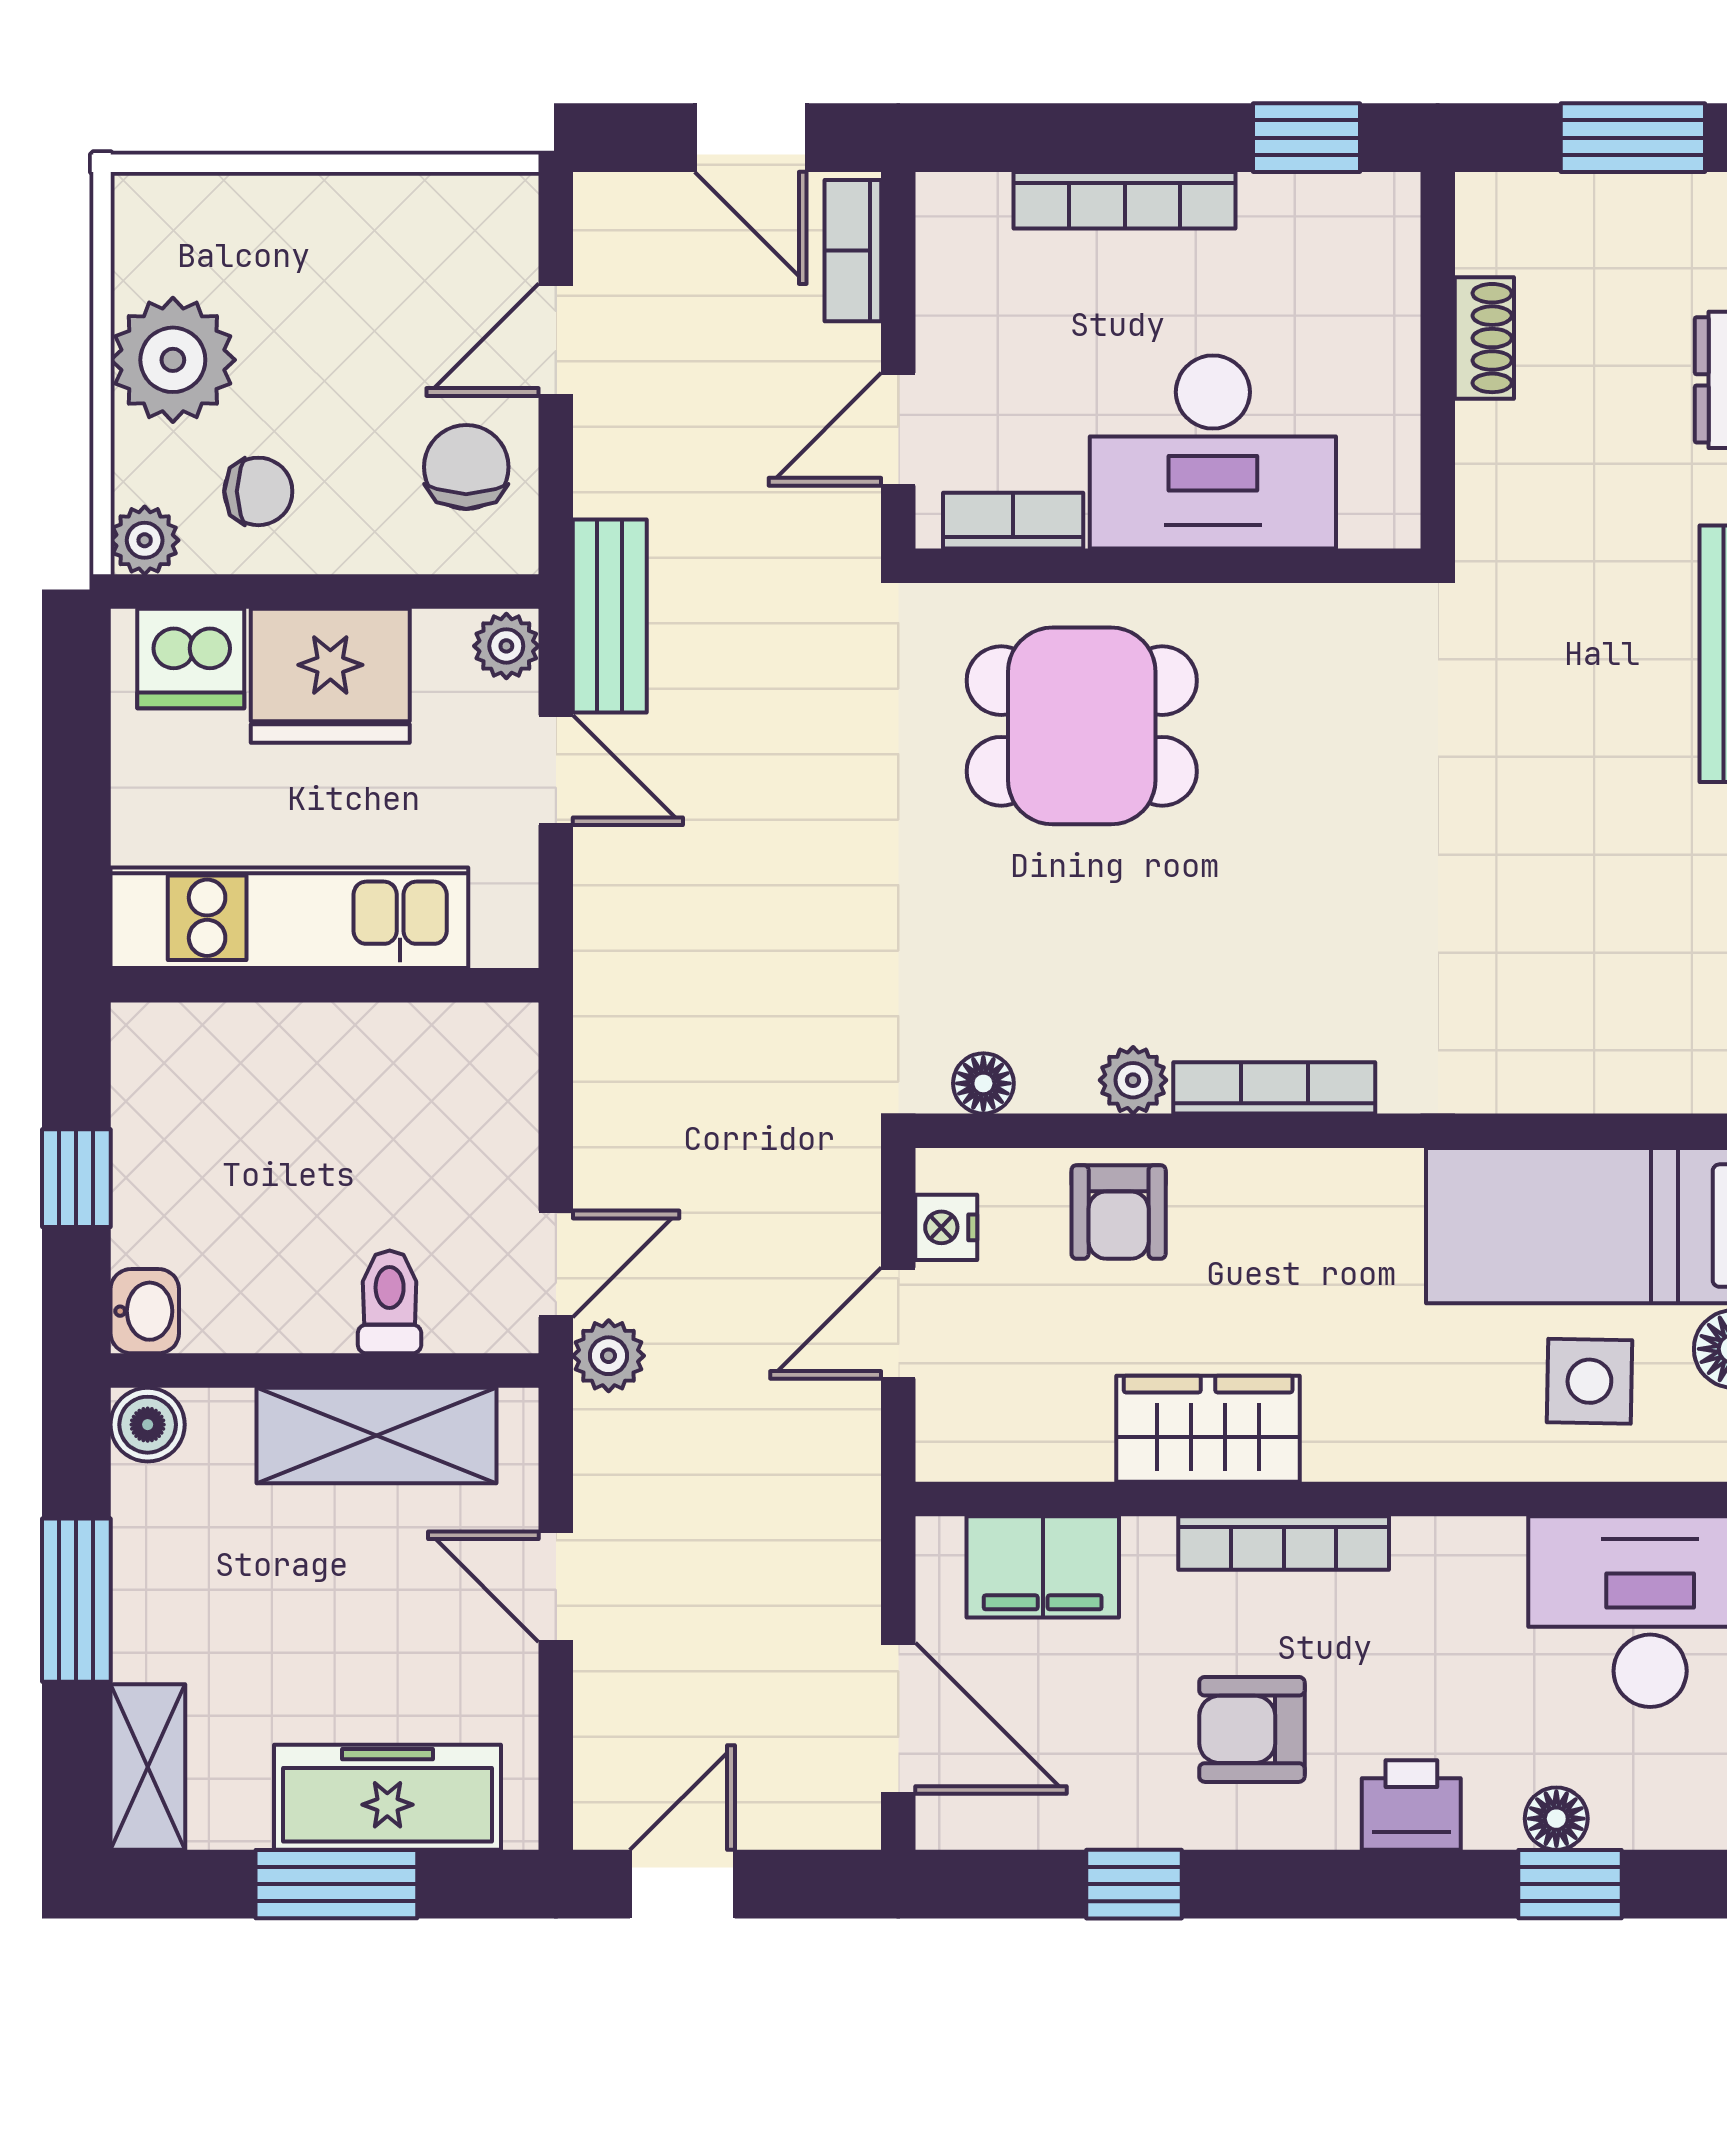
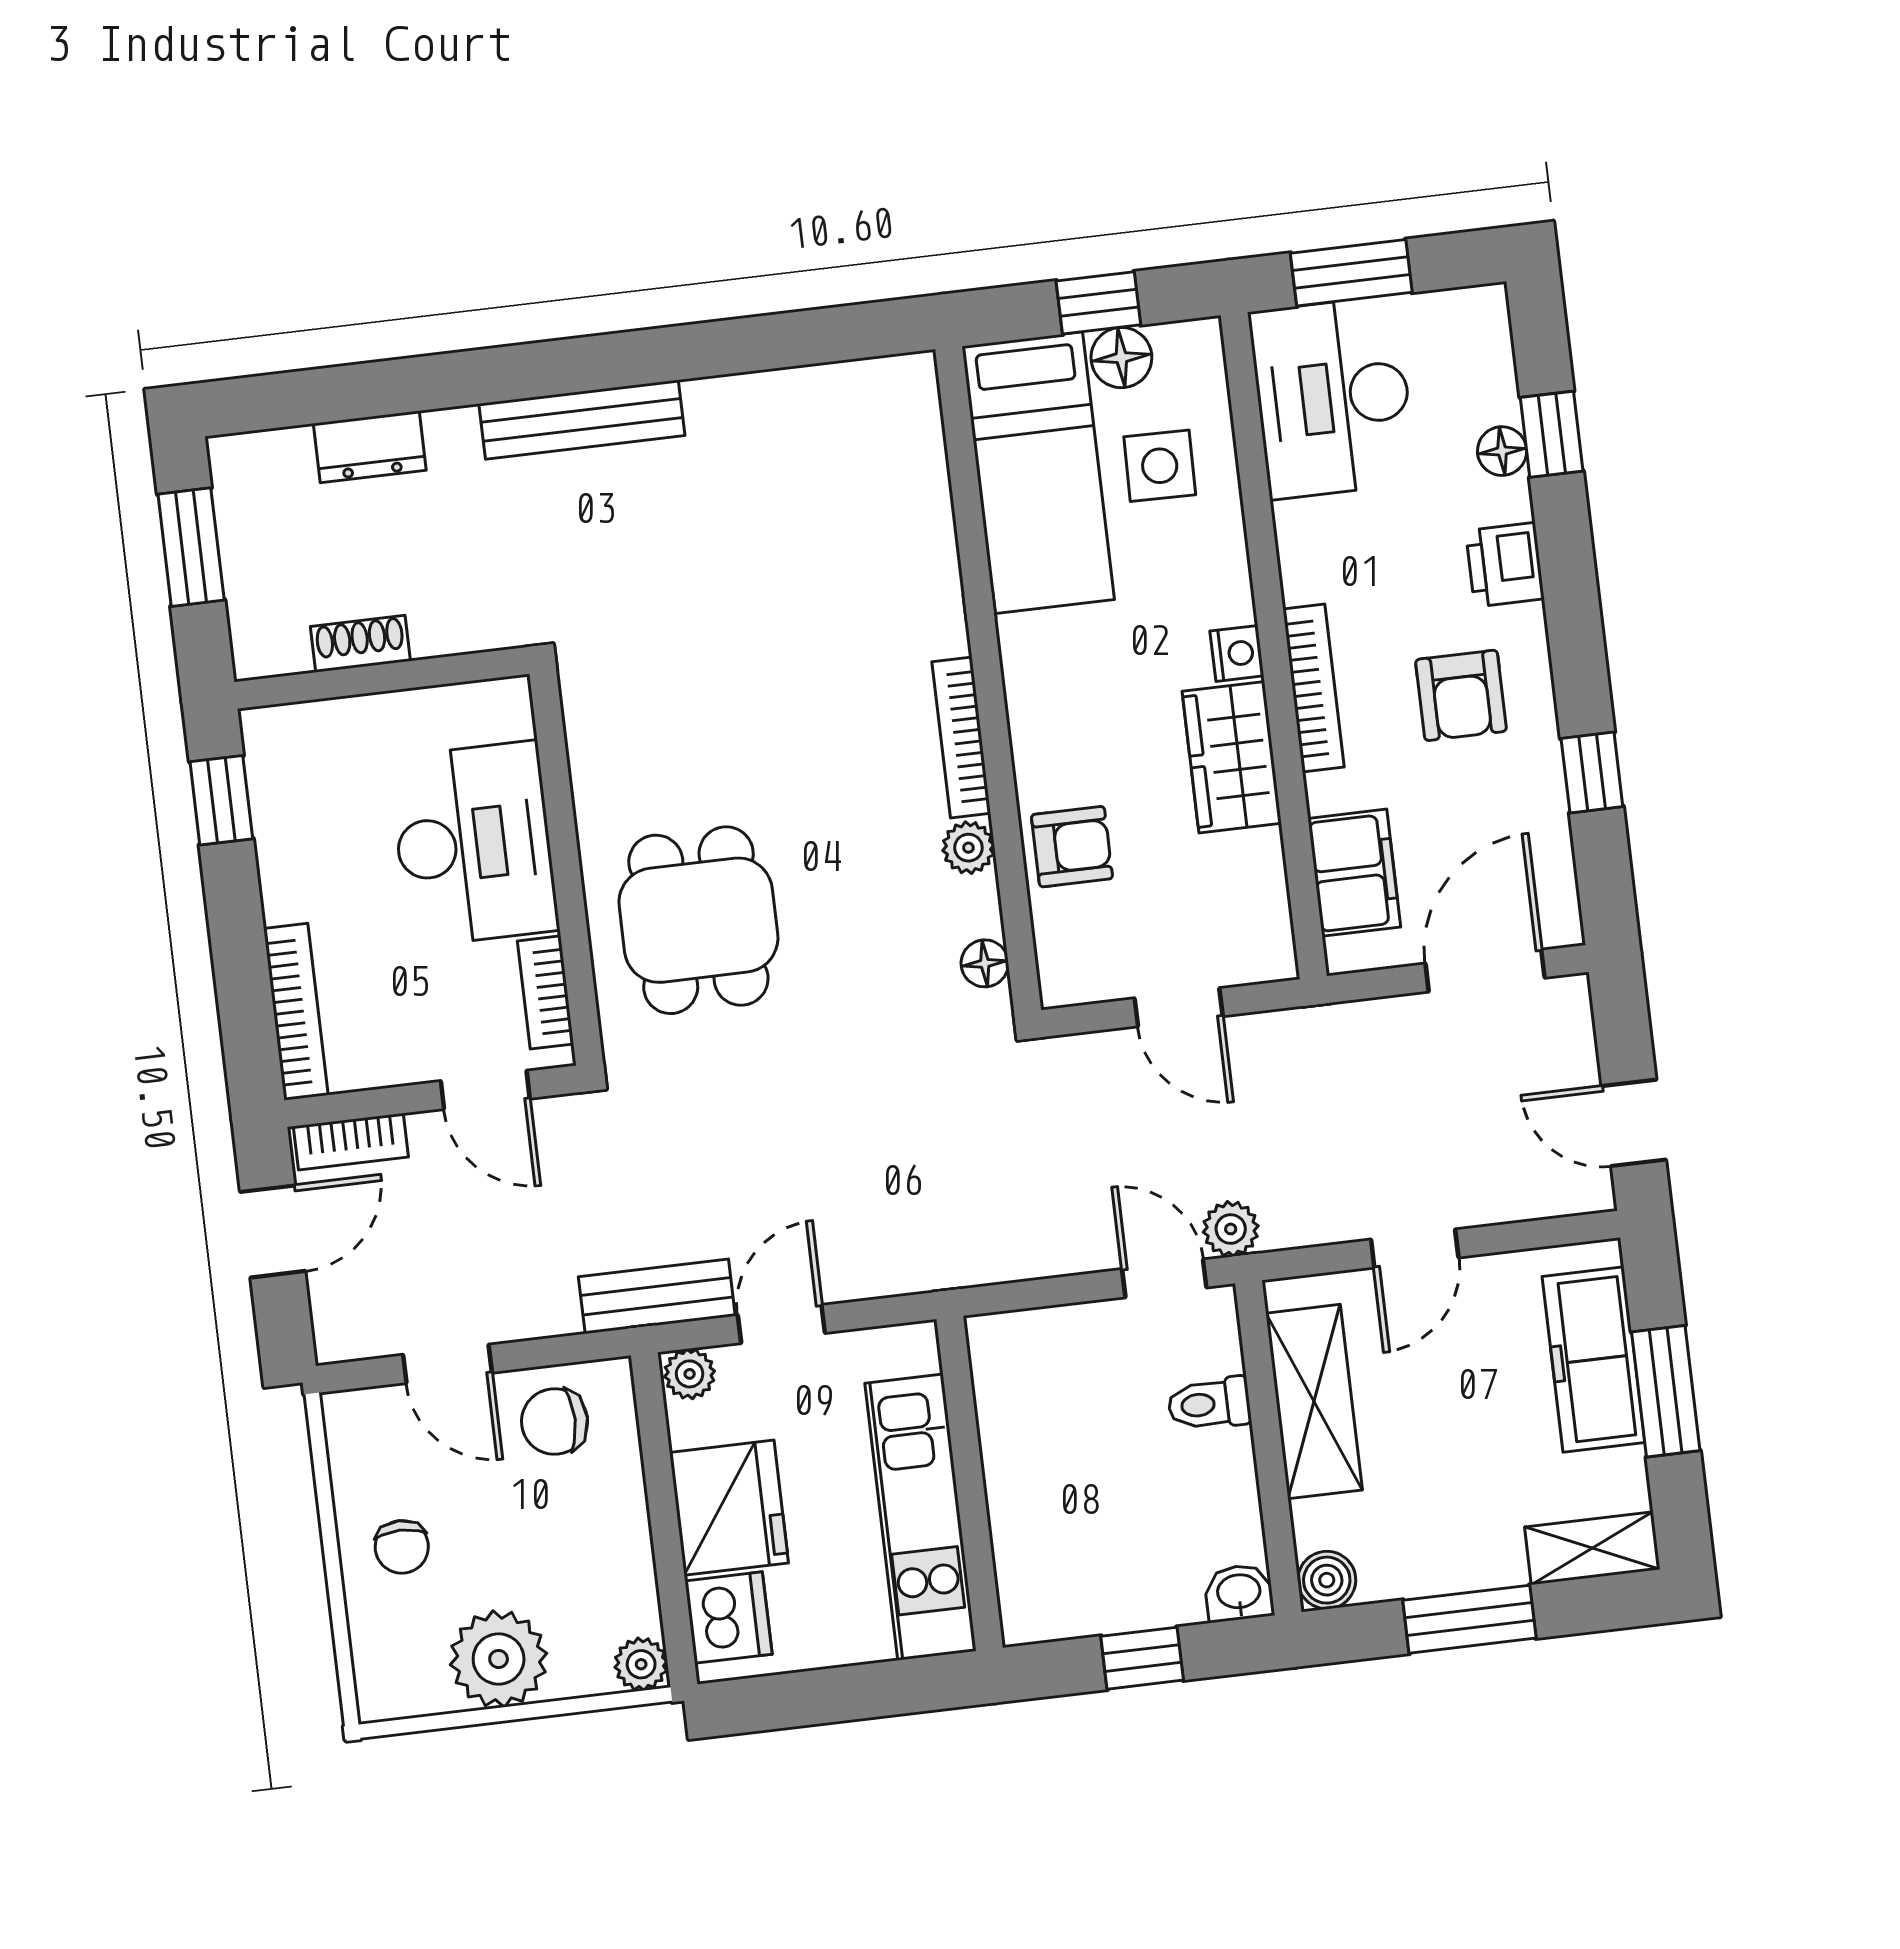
bookcase: (1125, 200) -> (296, 1012), moved
chair: (258, 491) -> (402, 1547), moved, turned 180
nightstand: (946, 1227) -> (1237, 653), moved, turned -90

